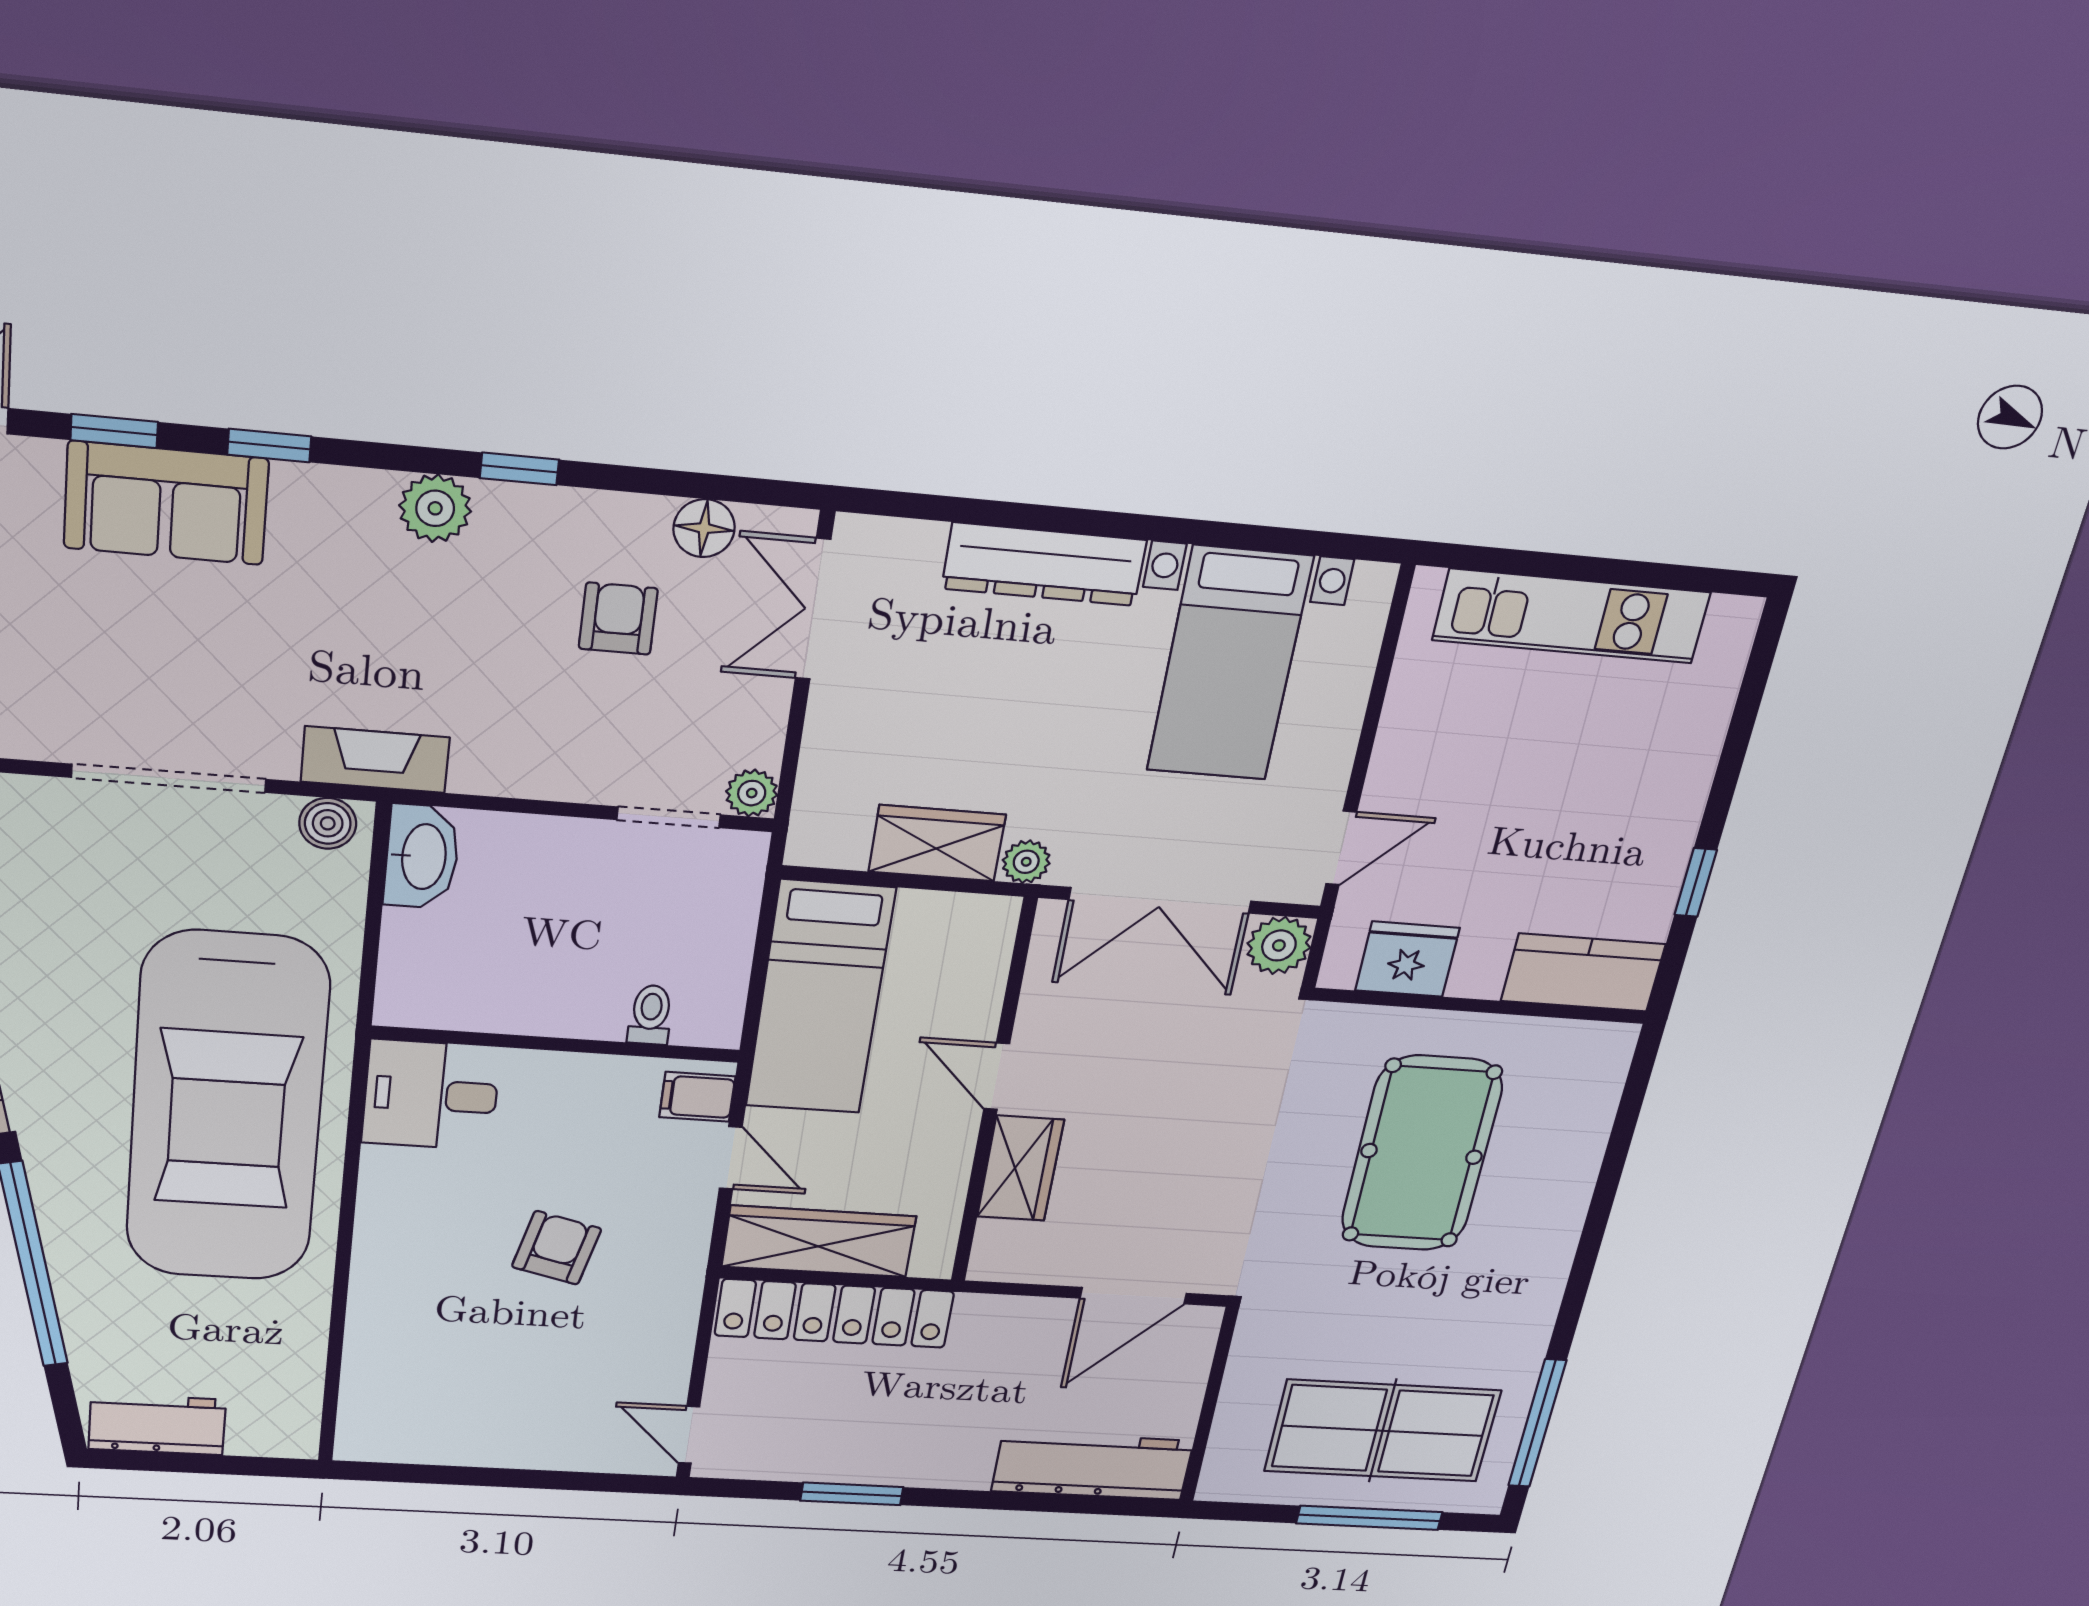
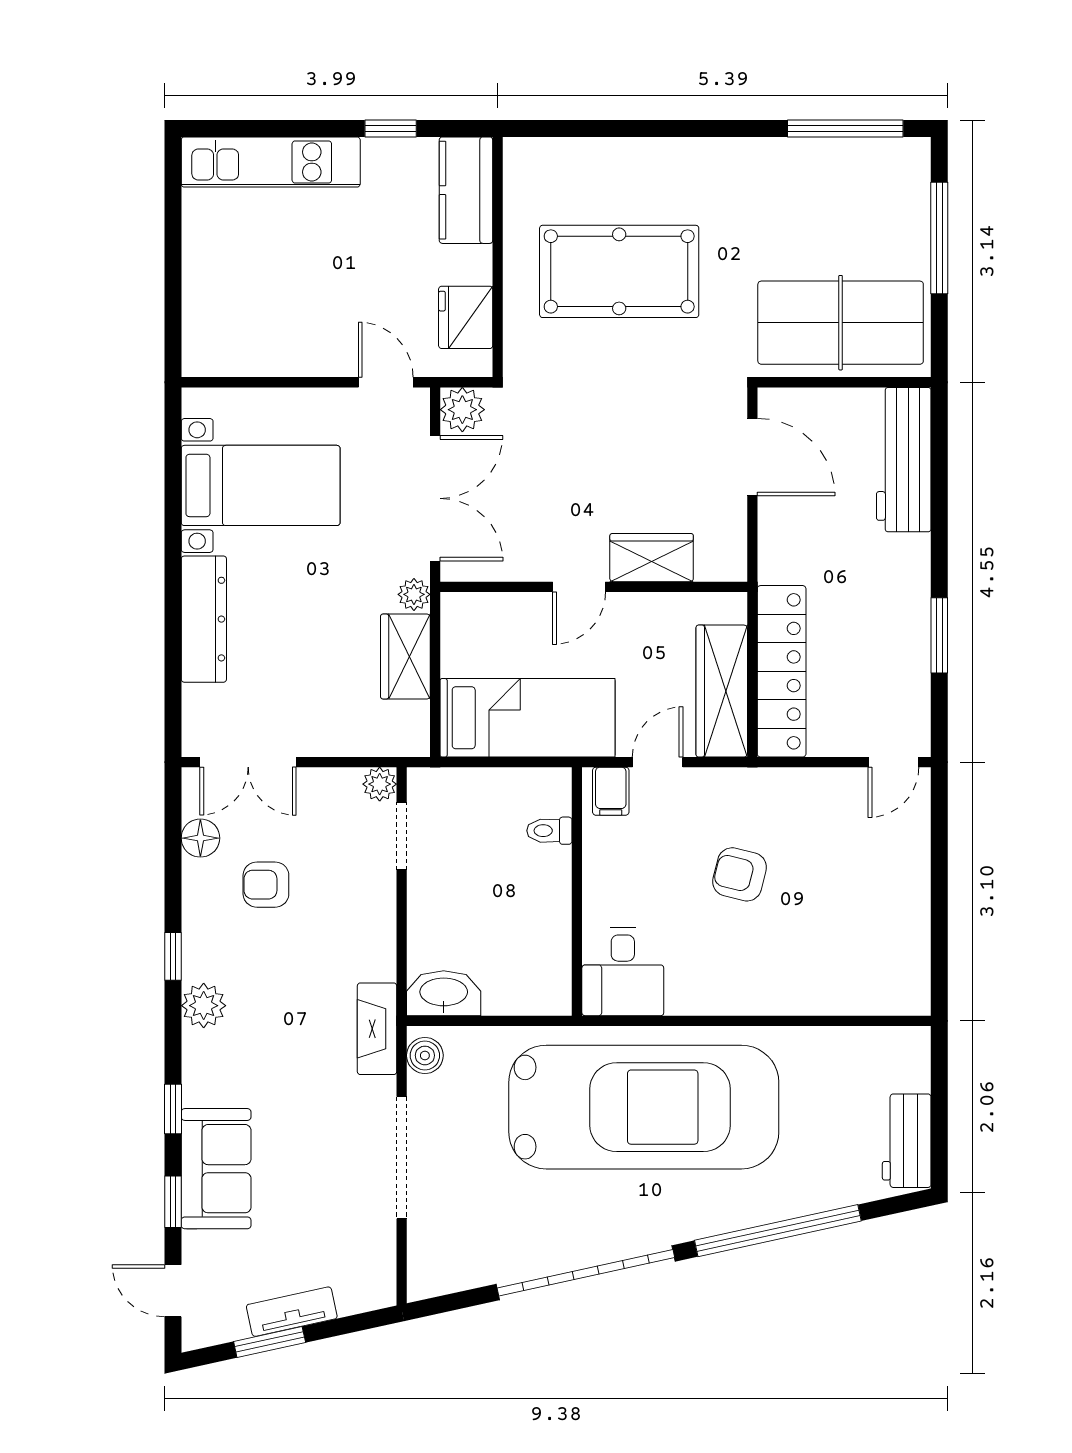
kitchen unit: (1572, 616) -> (271, 162), moved, turned 90
table tennis table: (1383, 1431) -> (841, 323), moved, turned 90

